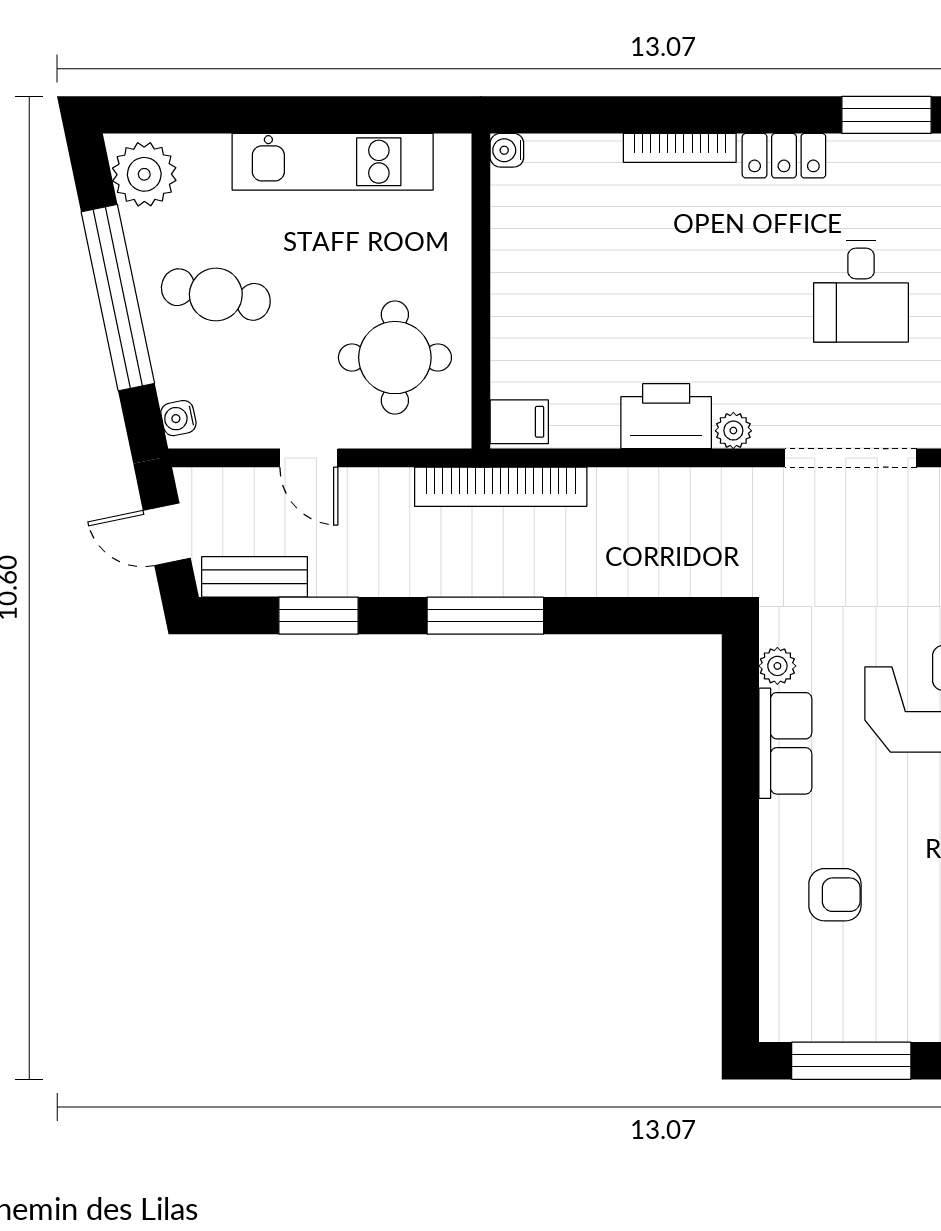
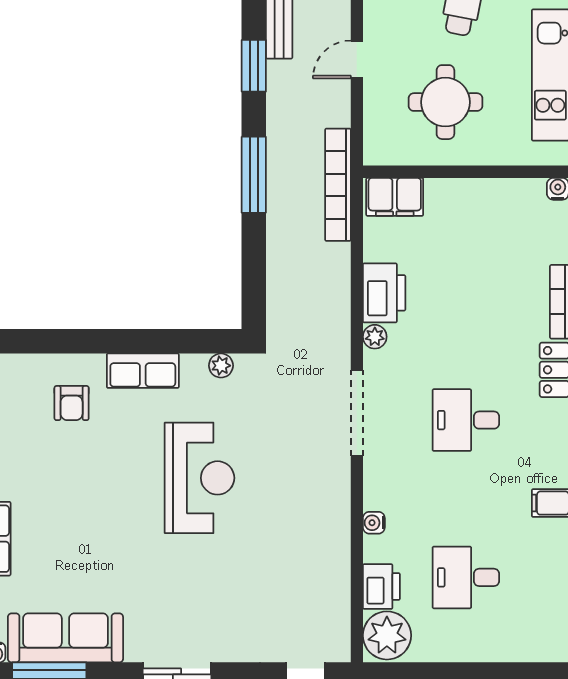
round table: (395, 358) -> (445, 102), moved
filing cabinet: (519, 422) -> (395, 197), width x2.00
row of seats: (785, 743) -> (143, 371), moved

